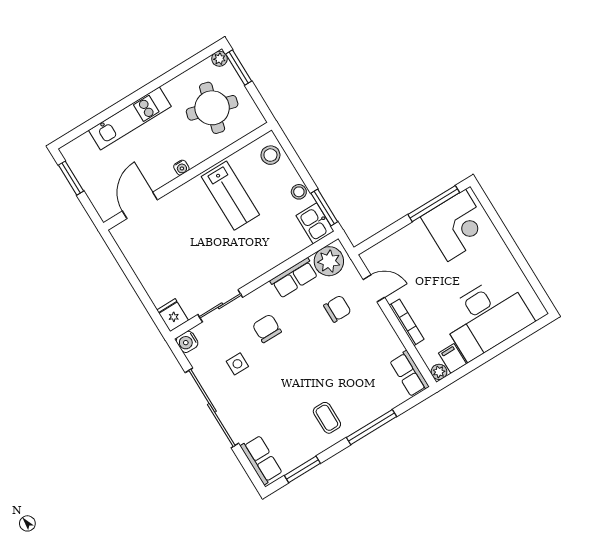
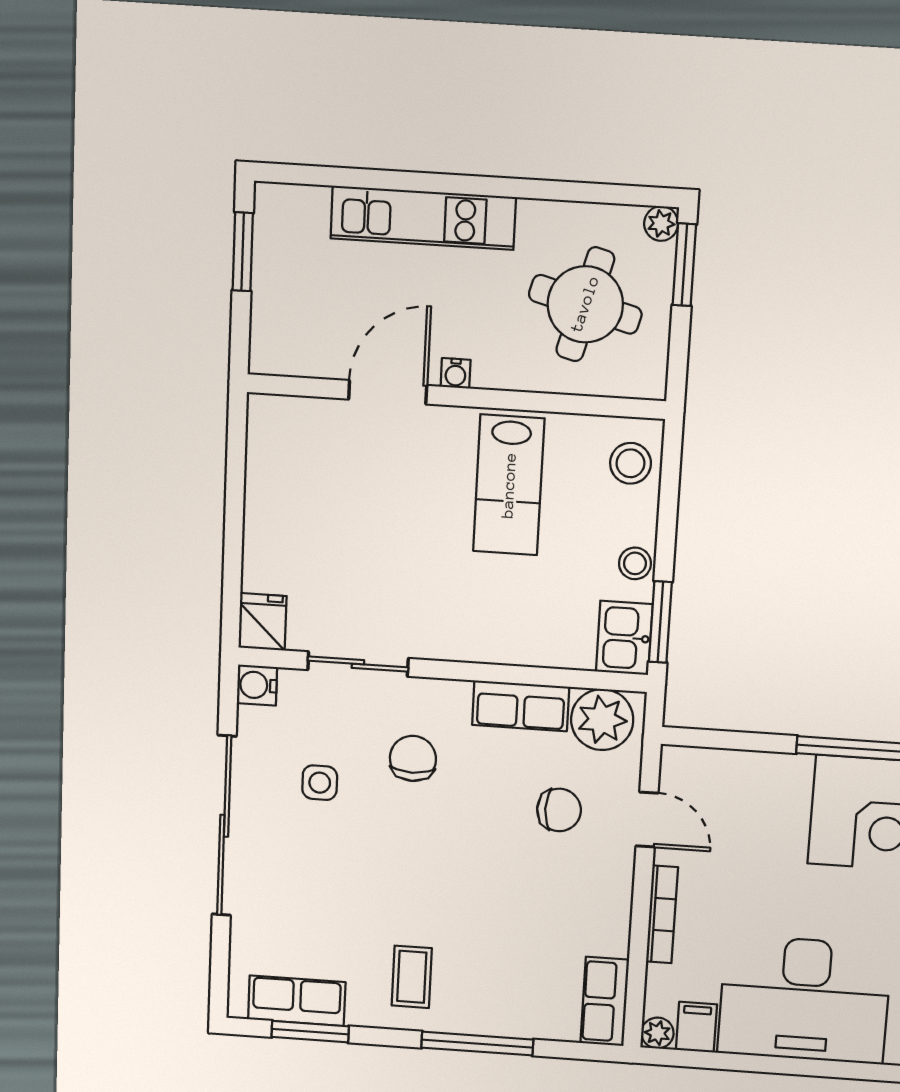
door: (140, 205) -> (388, 392), moved
row of seats: (261, 460) -> (297, 1001), moved, turned -90

